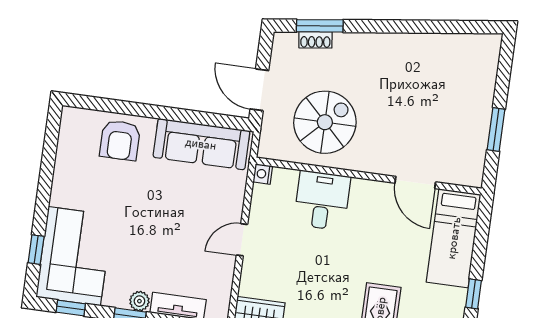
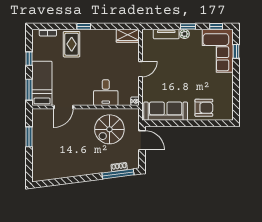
window: (320, 26) -> (118, 174), width x1.44
armchair: (120, 140) -> (204, 108), turned 90
door: (415, 183) -> (63, 107), swing flipped
window: (482, 229) -> (29, 90), added

